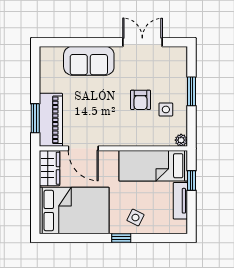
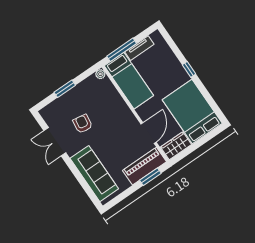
sofa: (89, 61) -> (94, 174), width x1.36
armchair: (141, 100) -> (83, 124), moved, turned -81
side table: (166, 109) -> (88, 97), removed
window: (192, 181) -> (122, 50), width x2.17
side table: (135, 218) -> (170, 69), removed

